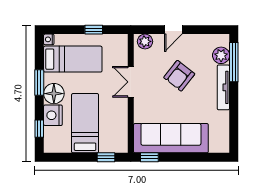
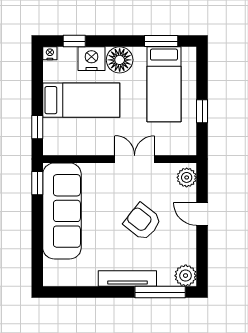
nightstand: (49, 39) -> (50, 53), moved
plant: (221, 55) -> (186, 276), moved
window: (39, 83) -> (161, 41), moved

